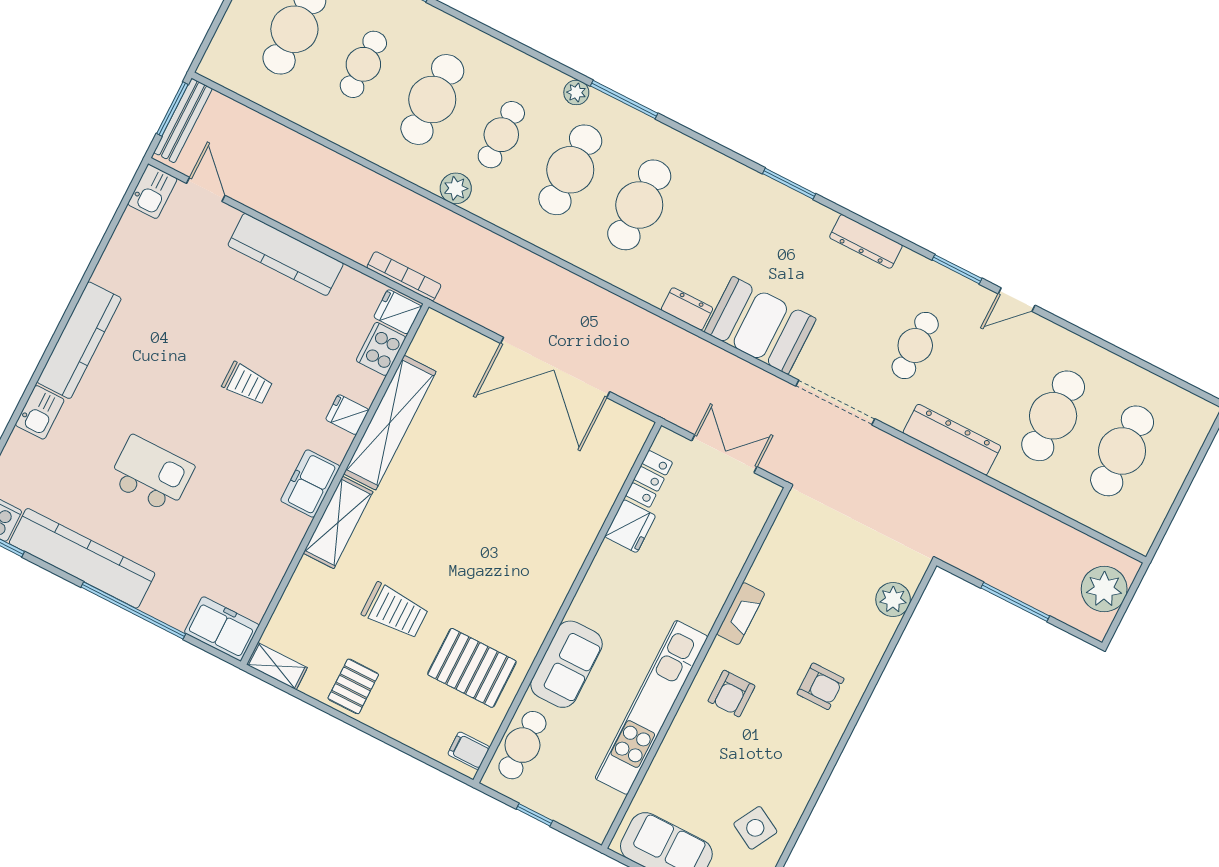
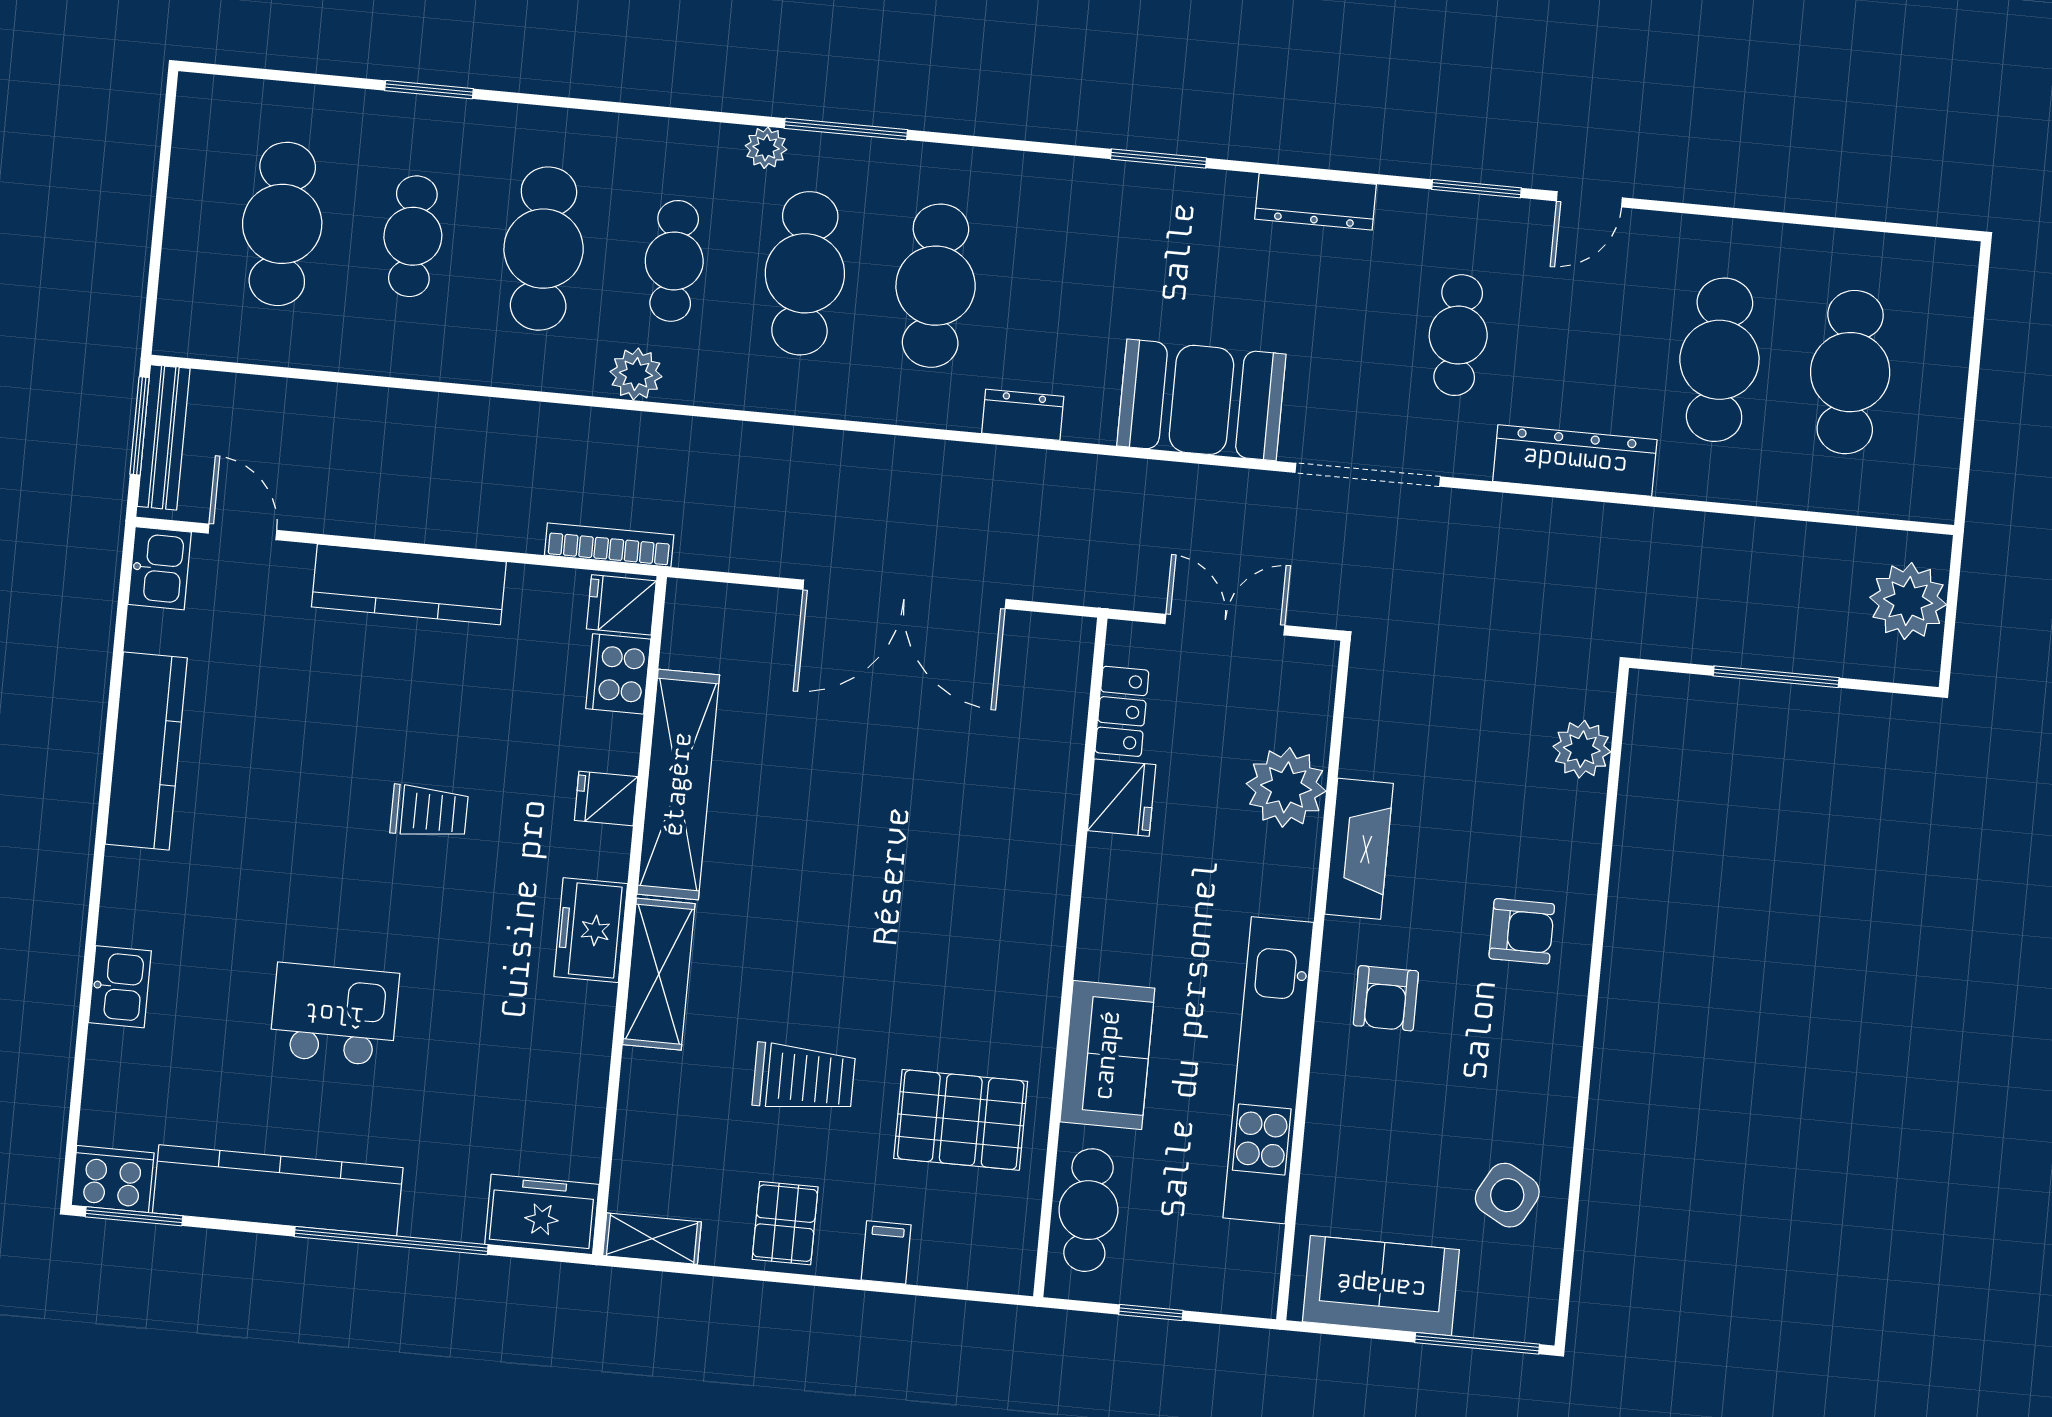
dresser: (687, 309) -> (1023, 415), moved
kitchen counter: (79, 340) -> (146, 751), moved
plant: (723, 556) -> (1286, 787), added
fireplace: (741, 614) -> (1359, 849), width x1.37, depth x1.32
filing cabinet: (469, 751) -> (886, 1252), moved, turned 90

